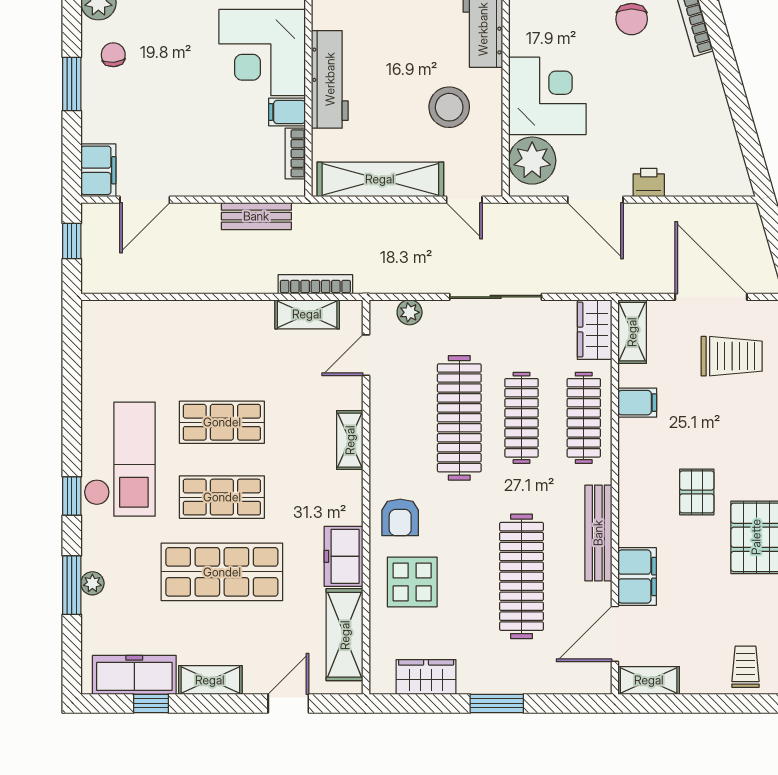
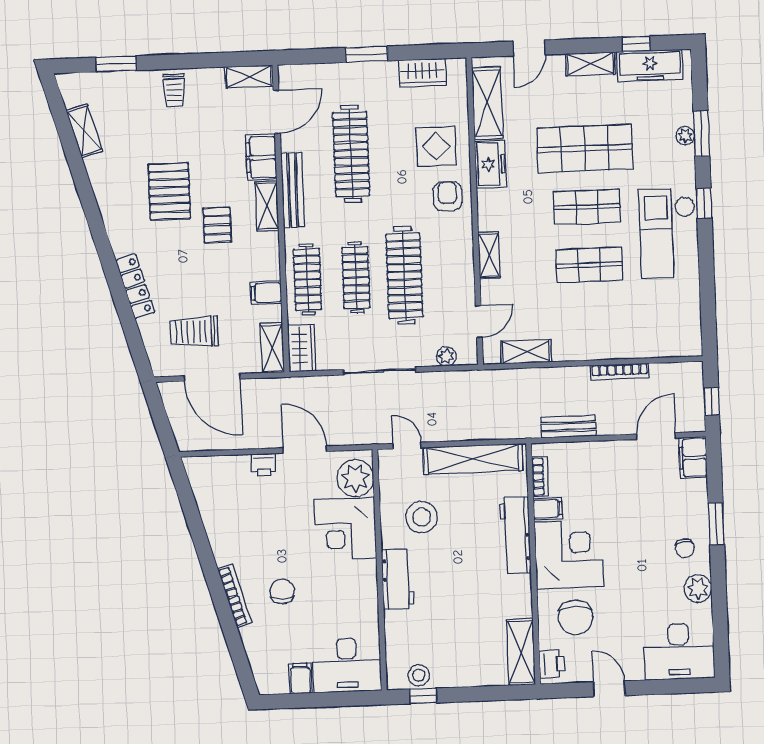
bookcase: (315, 284) -> (620, 372), moved
shelving: (632, 514) -> (267, 206), added

